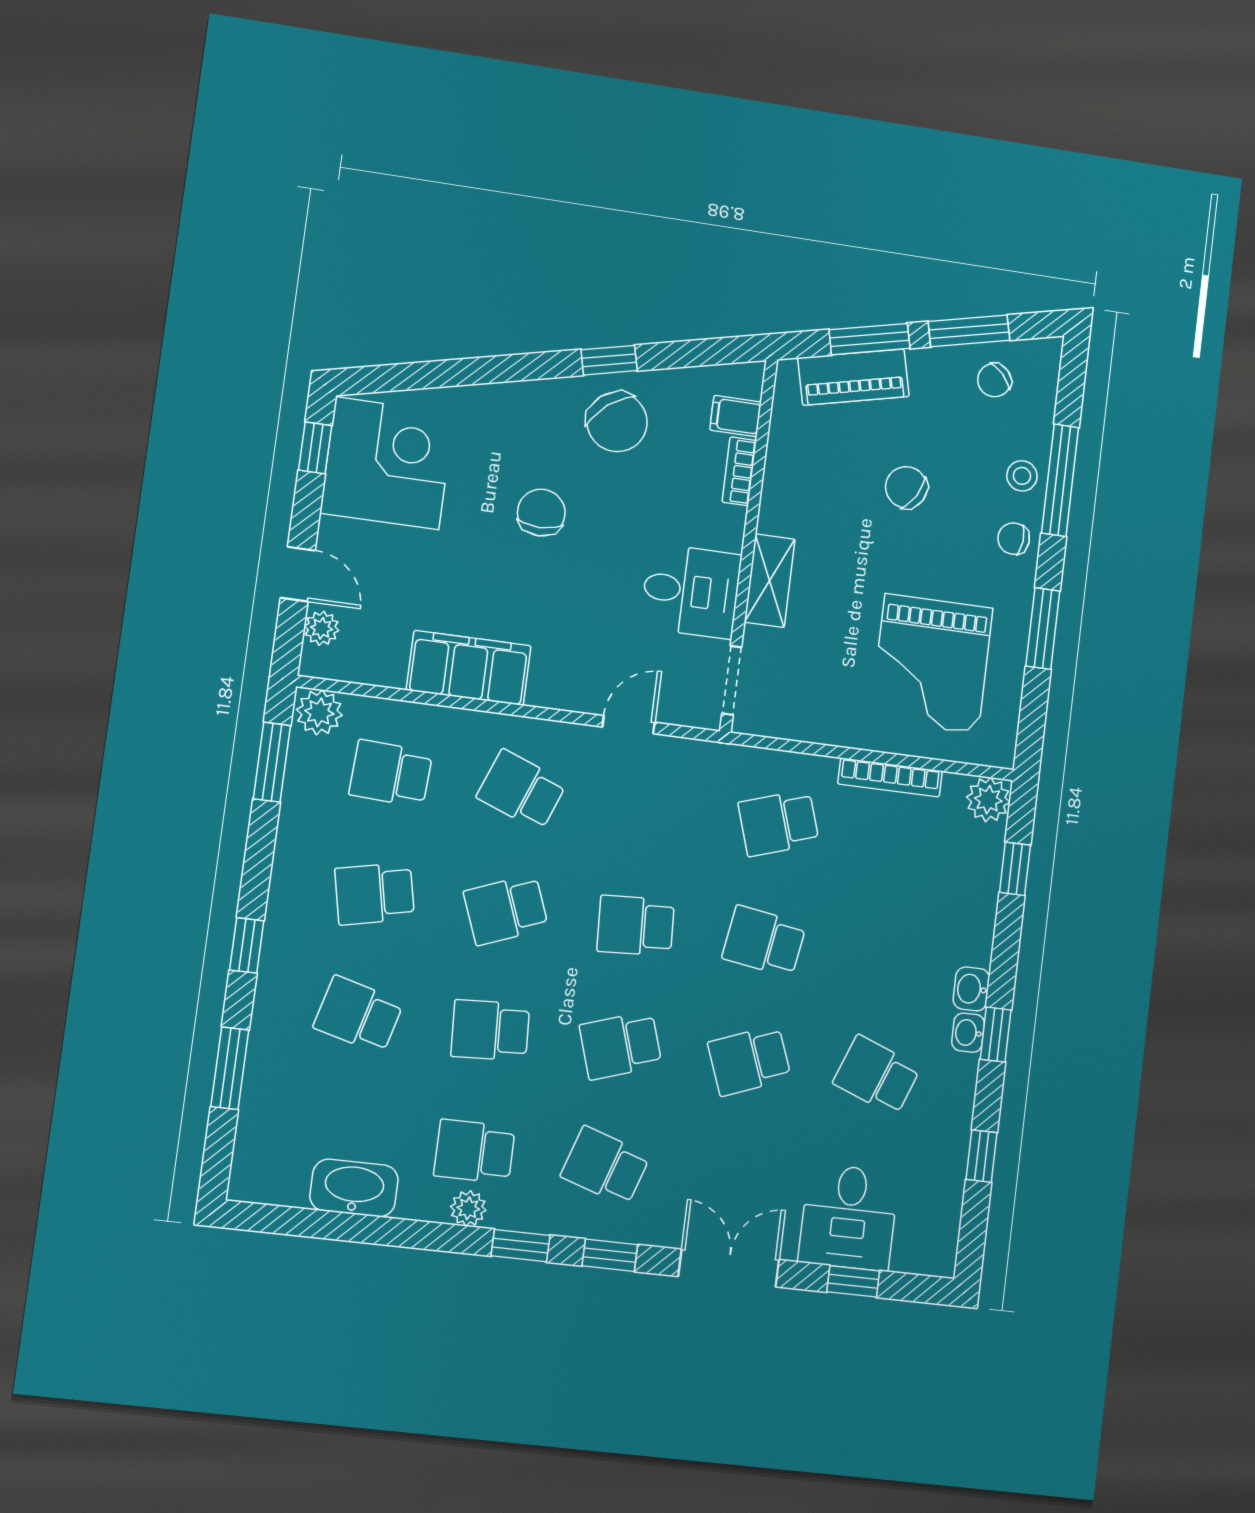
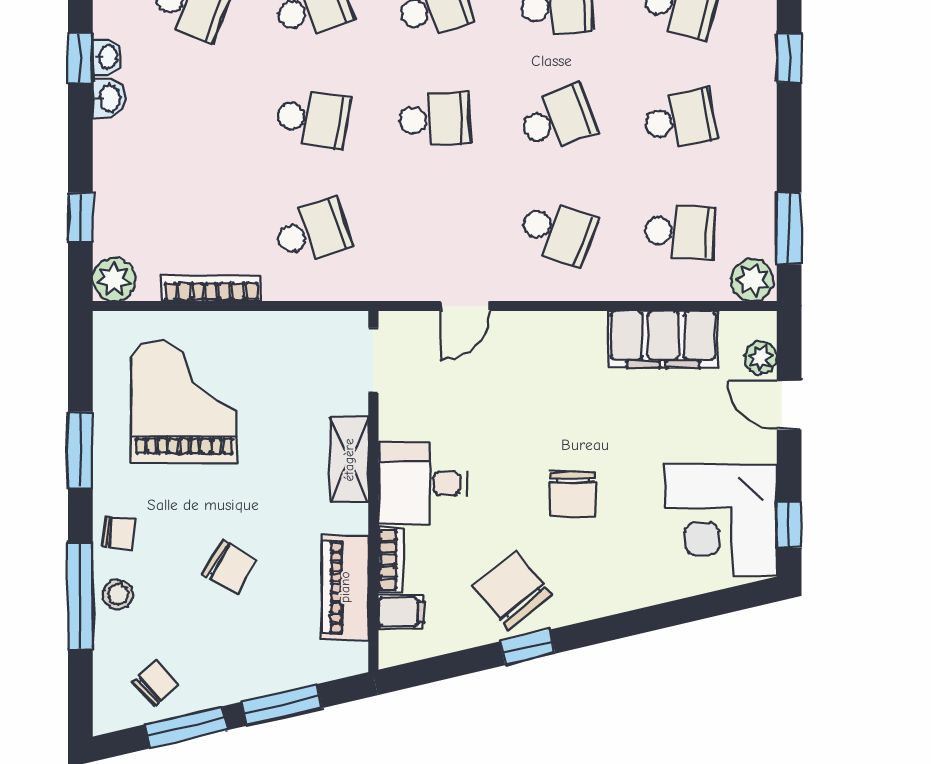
piano: (854, 377) -> (345, 587), moved, turned -77
desk: (691, 591) -> (423, 484), moved
filing cabinet: (469, 668) -> (663, 339), moved

